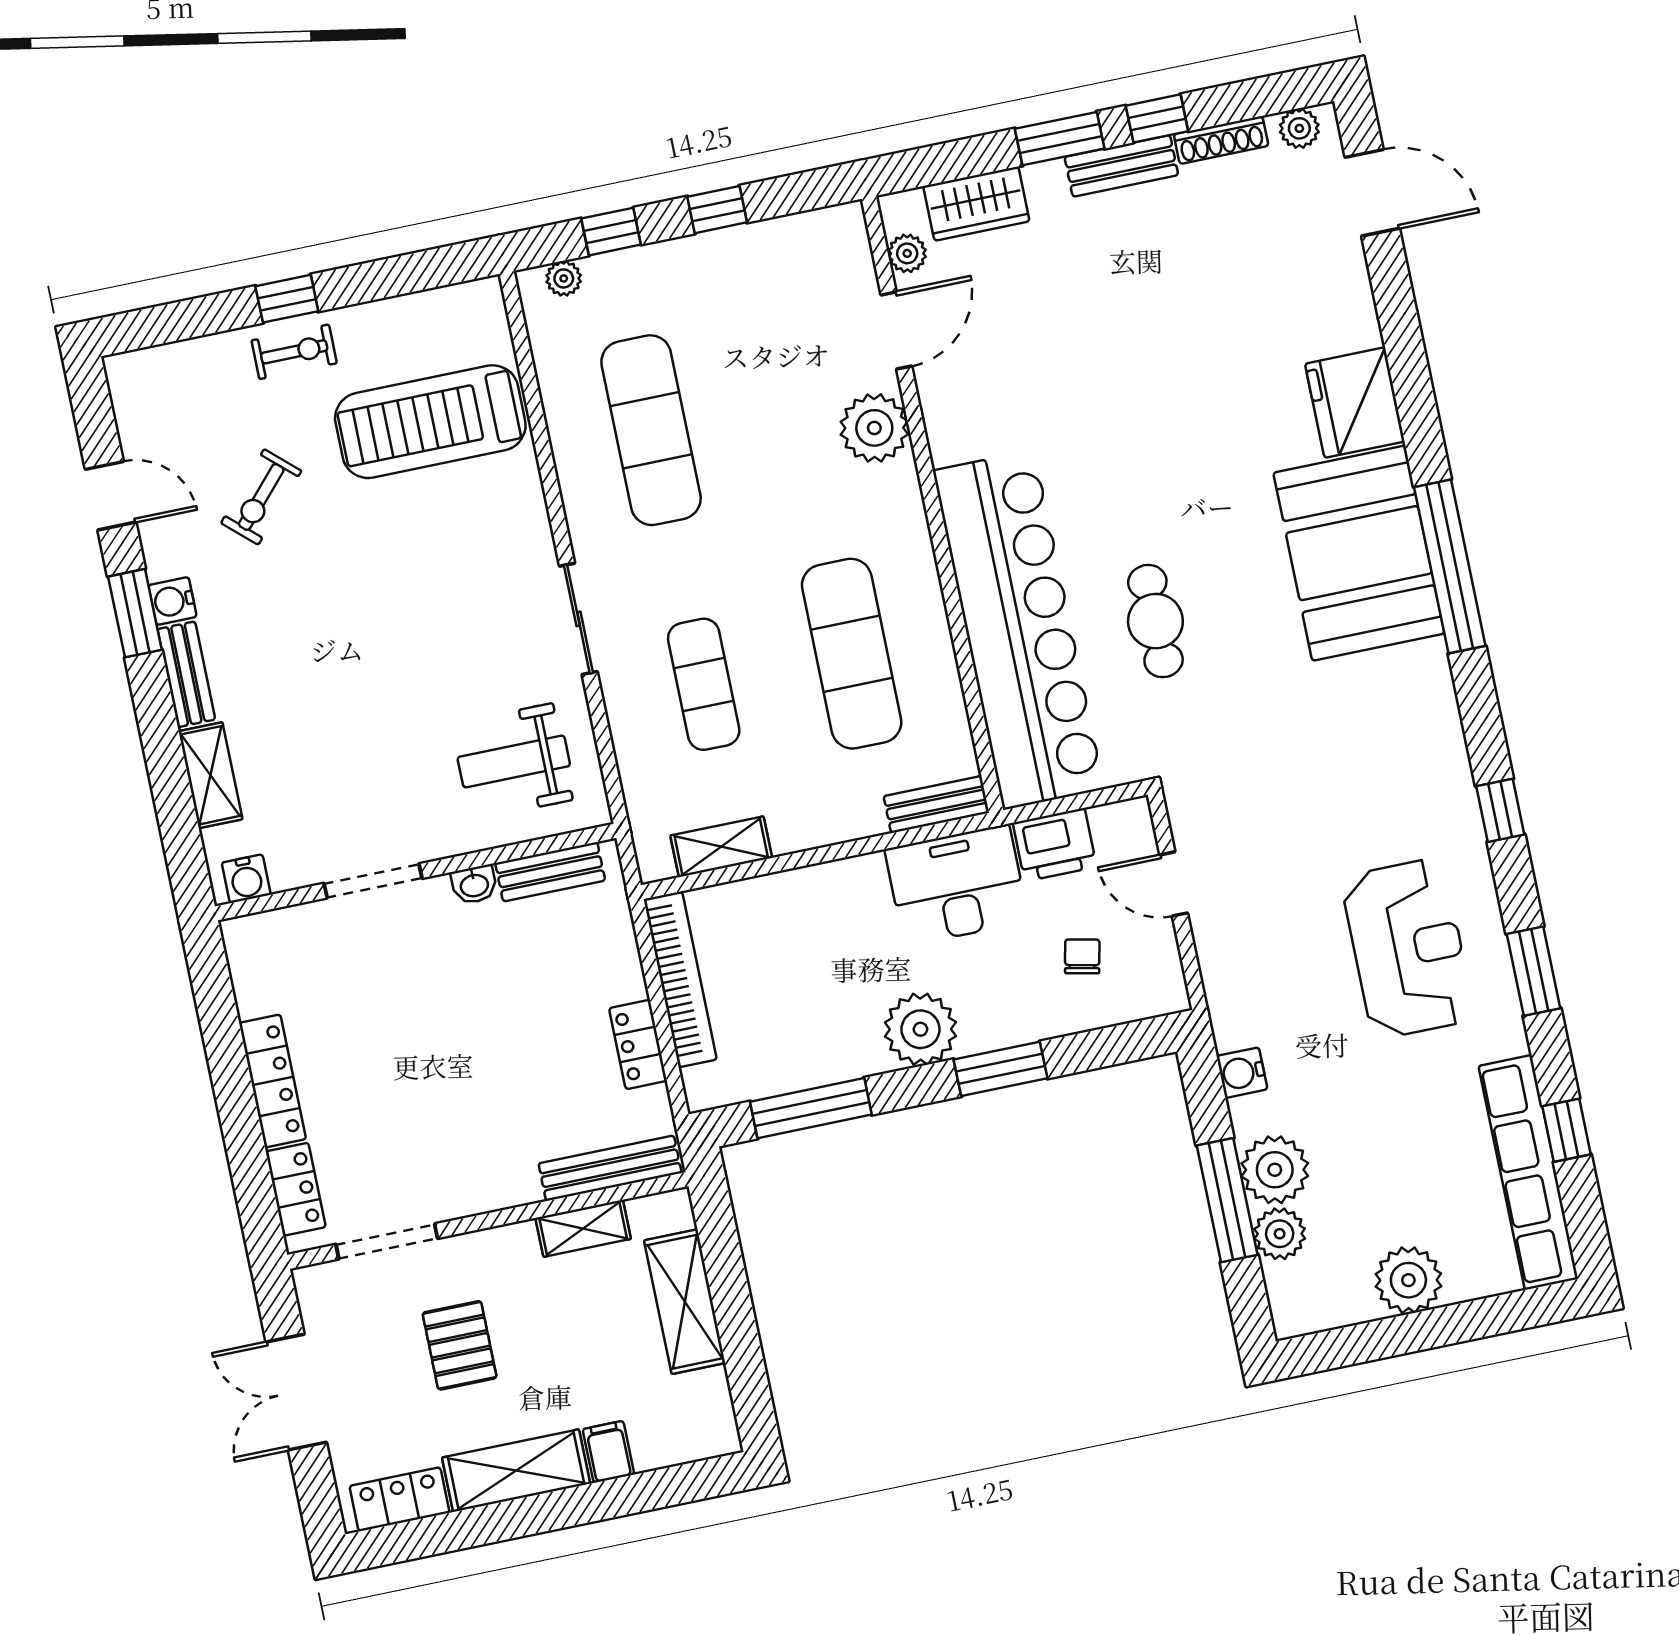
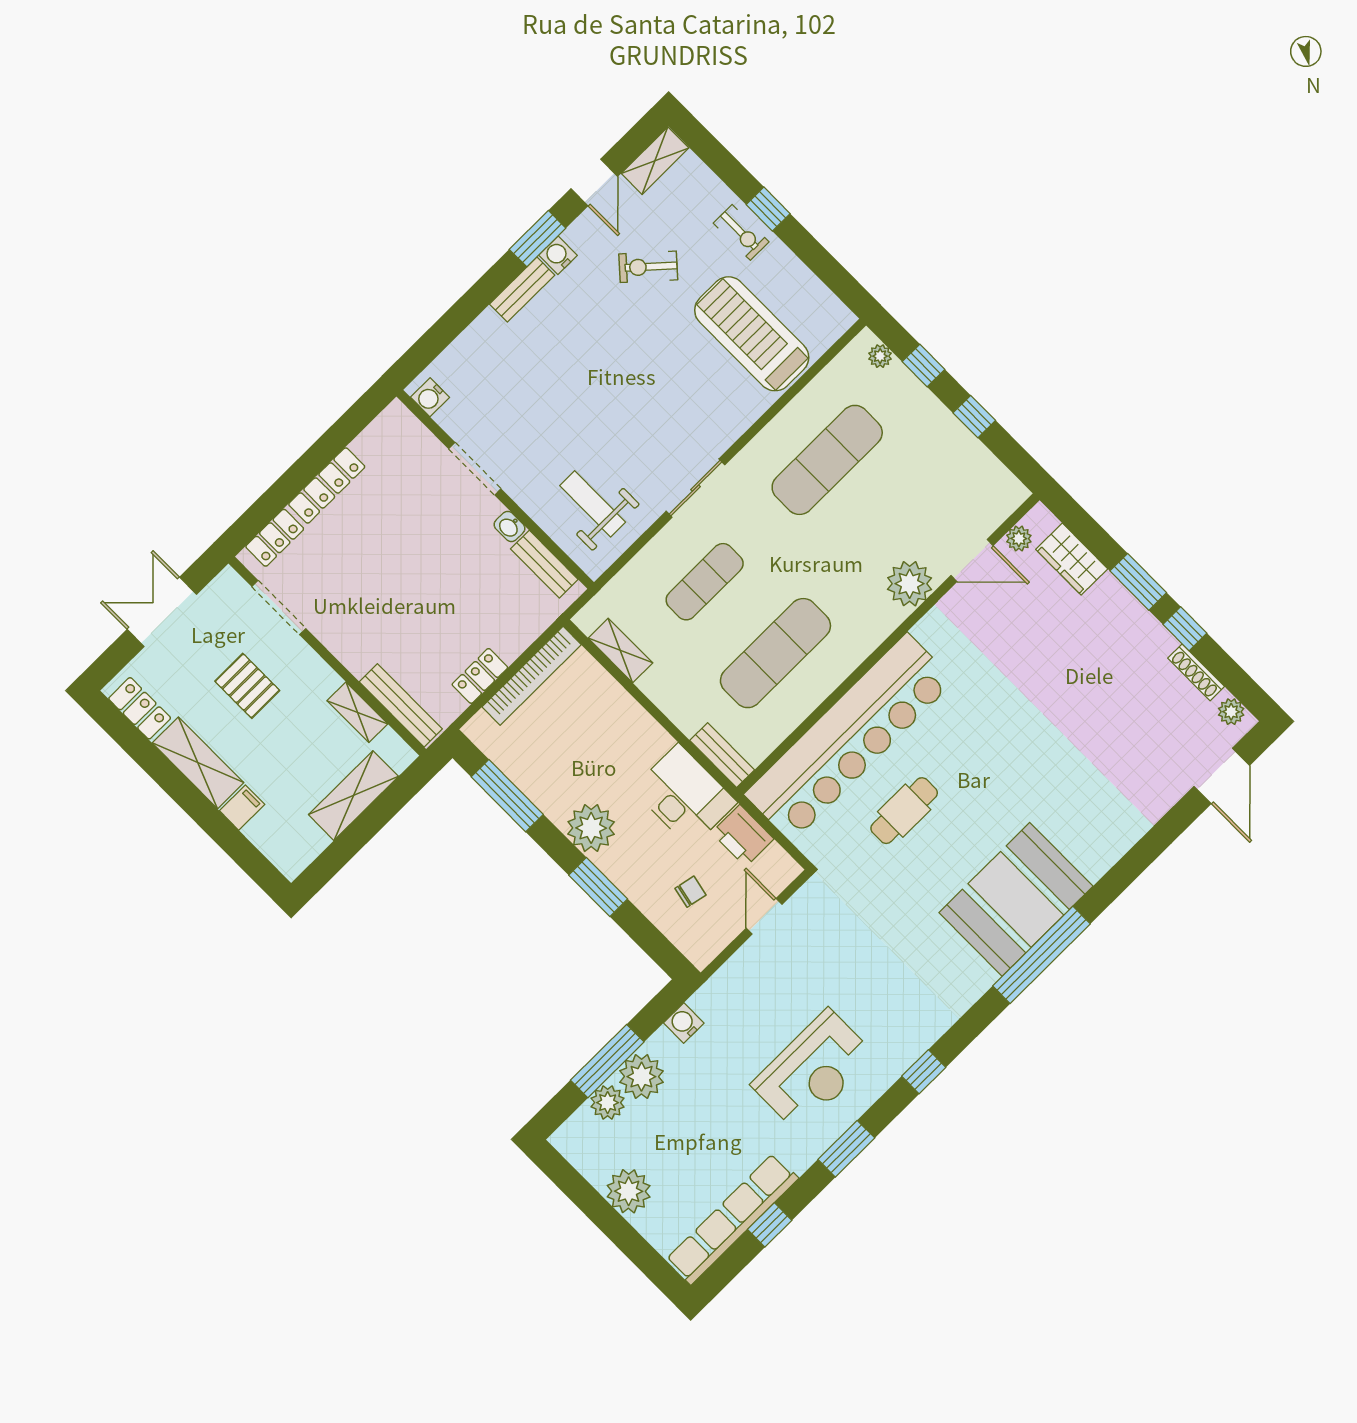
bench: (1121, 166) -> (1146, 626), removed
fridge: (1355, 403) -> (1098, 842), removed
shelving: (210, 775) -> (655, 161), moved
pallet: (460, 1345) -> (247, 686), turned 90

